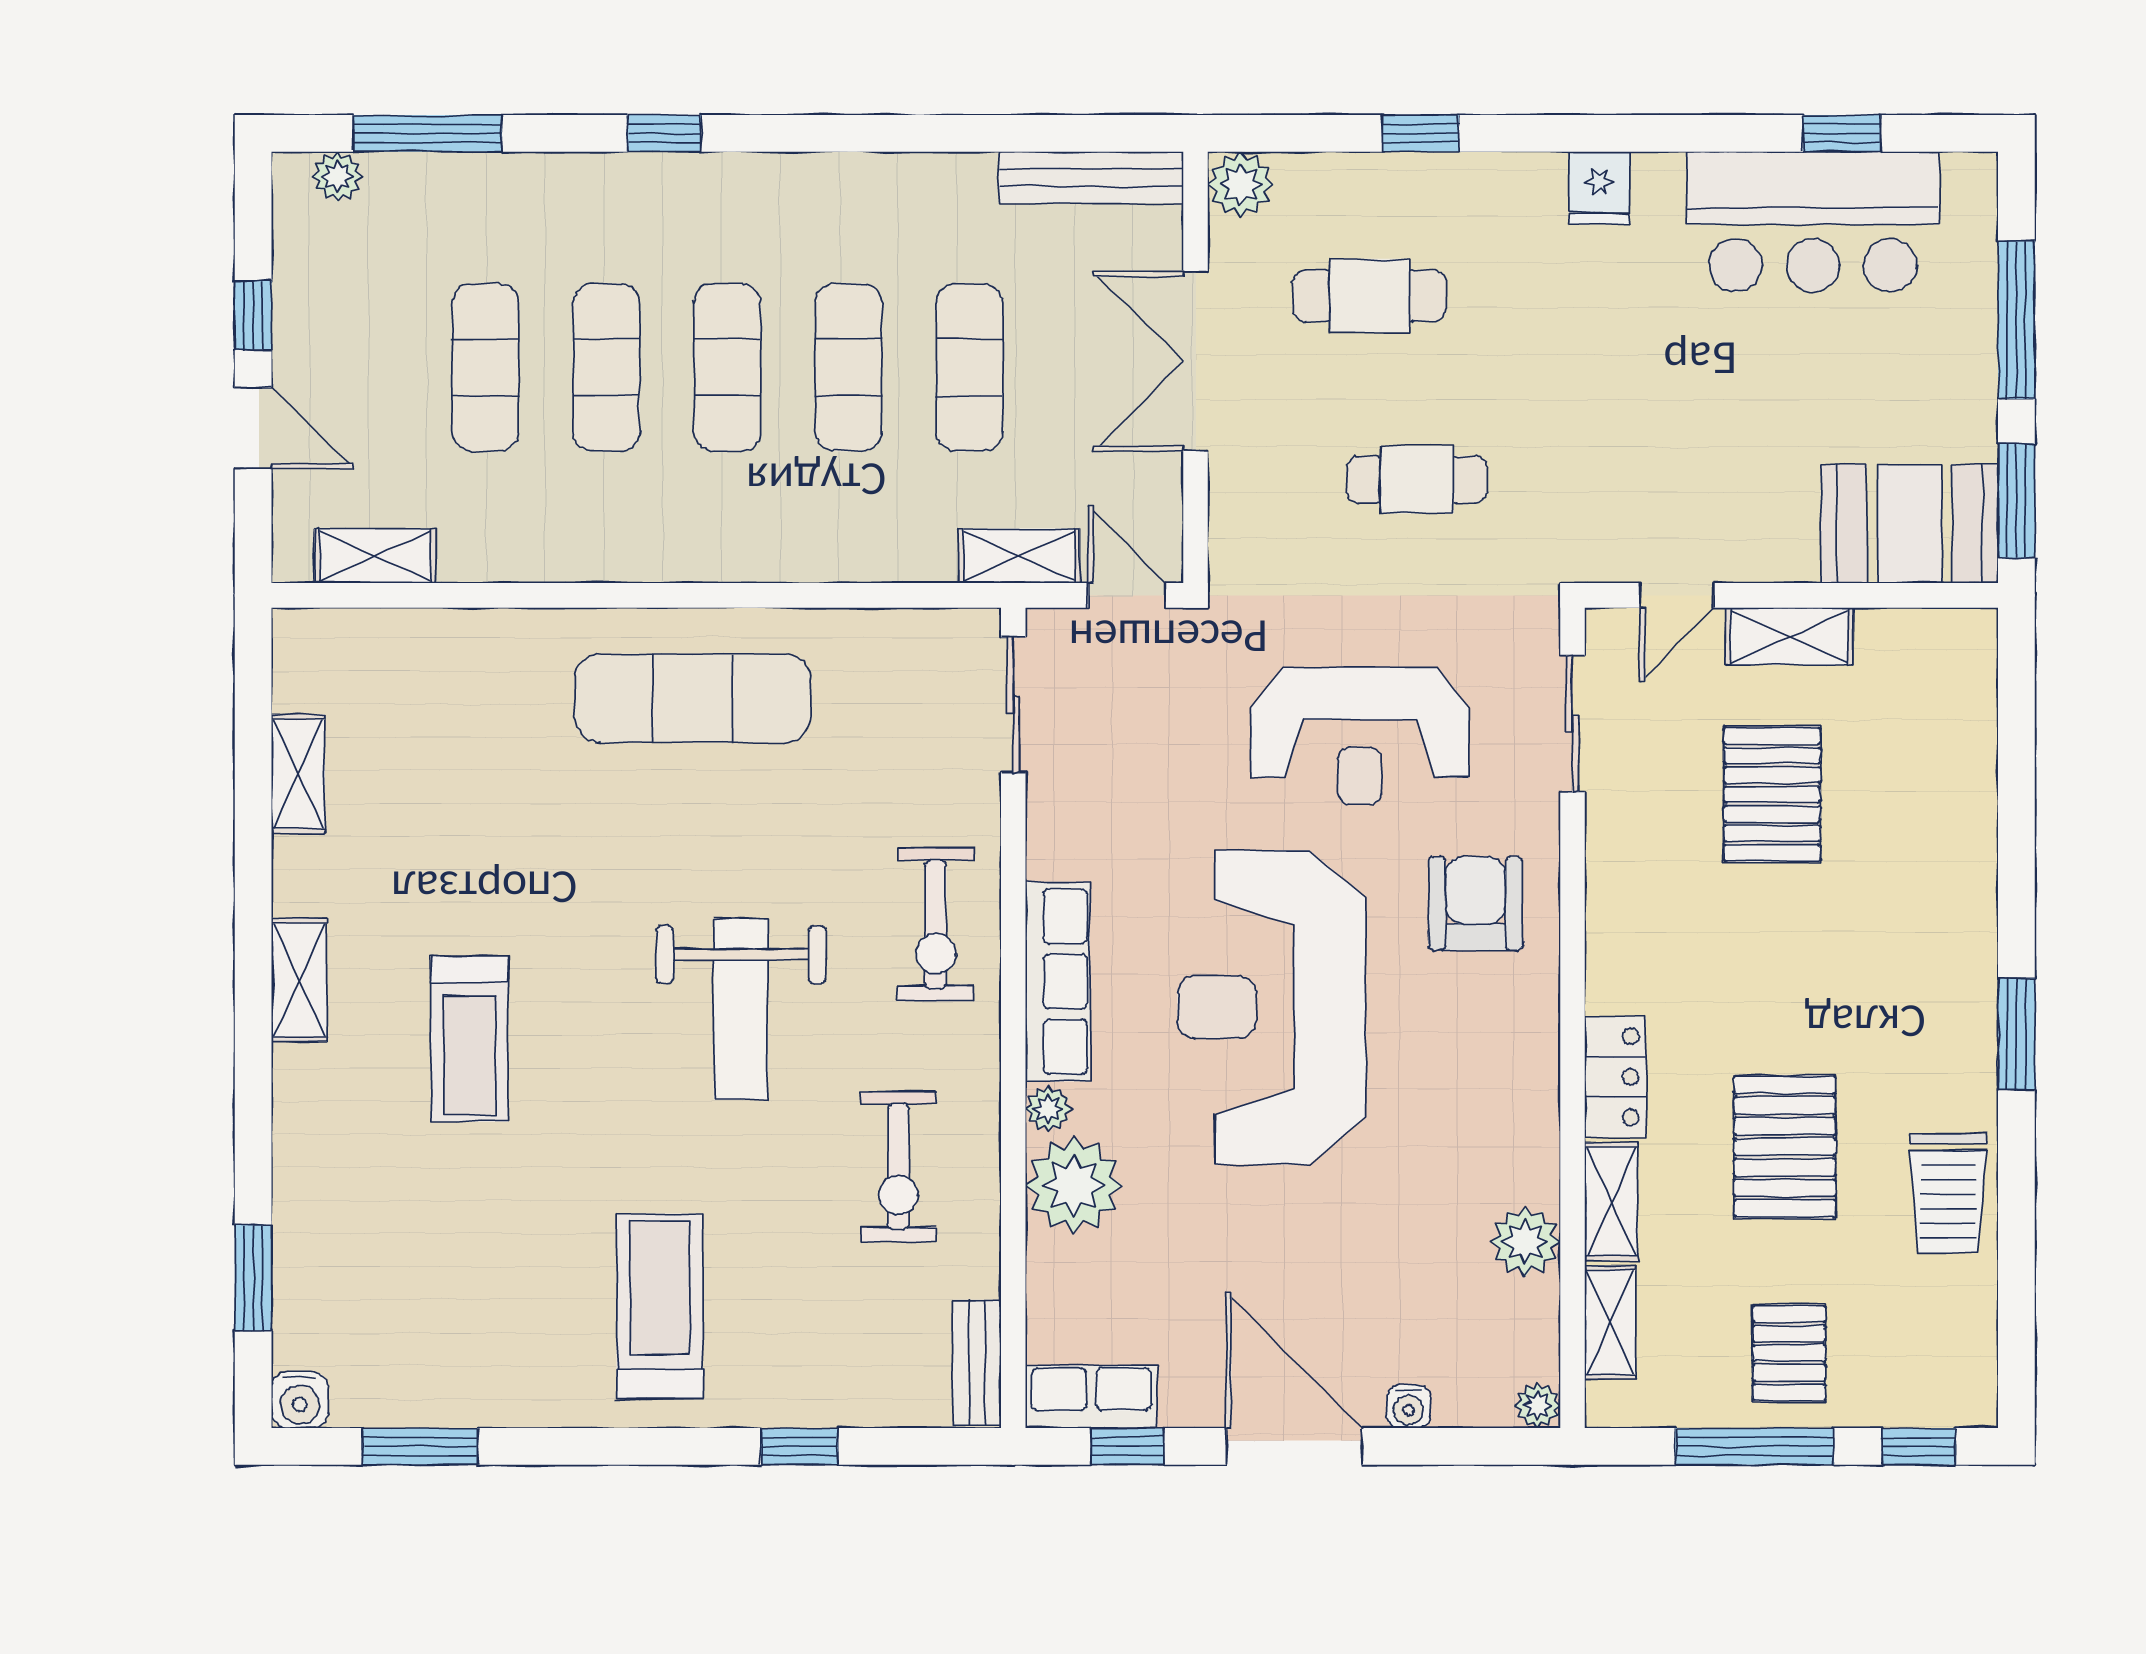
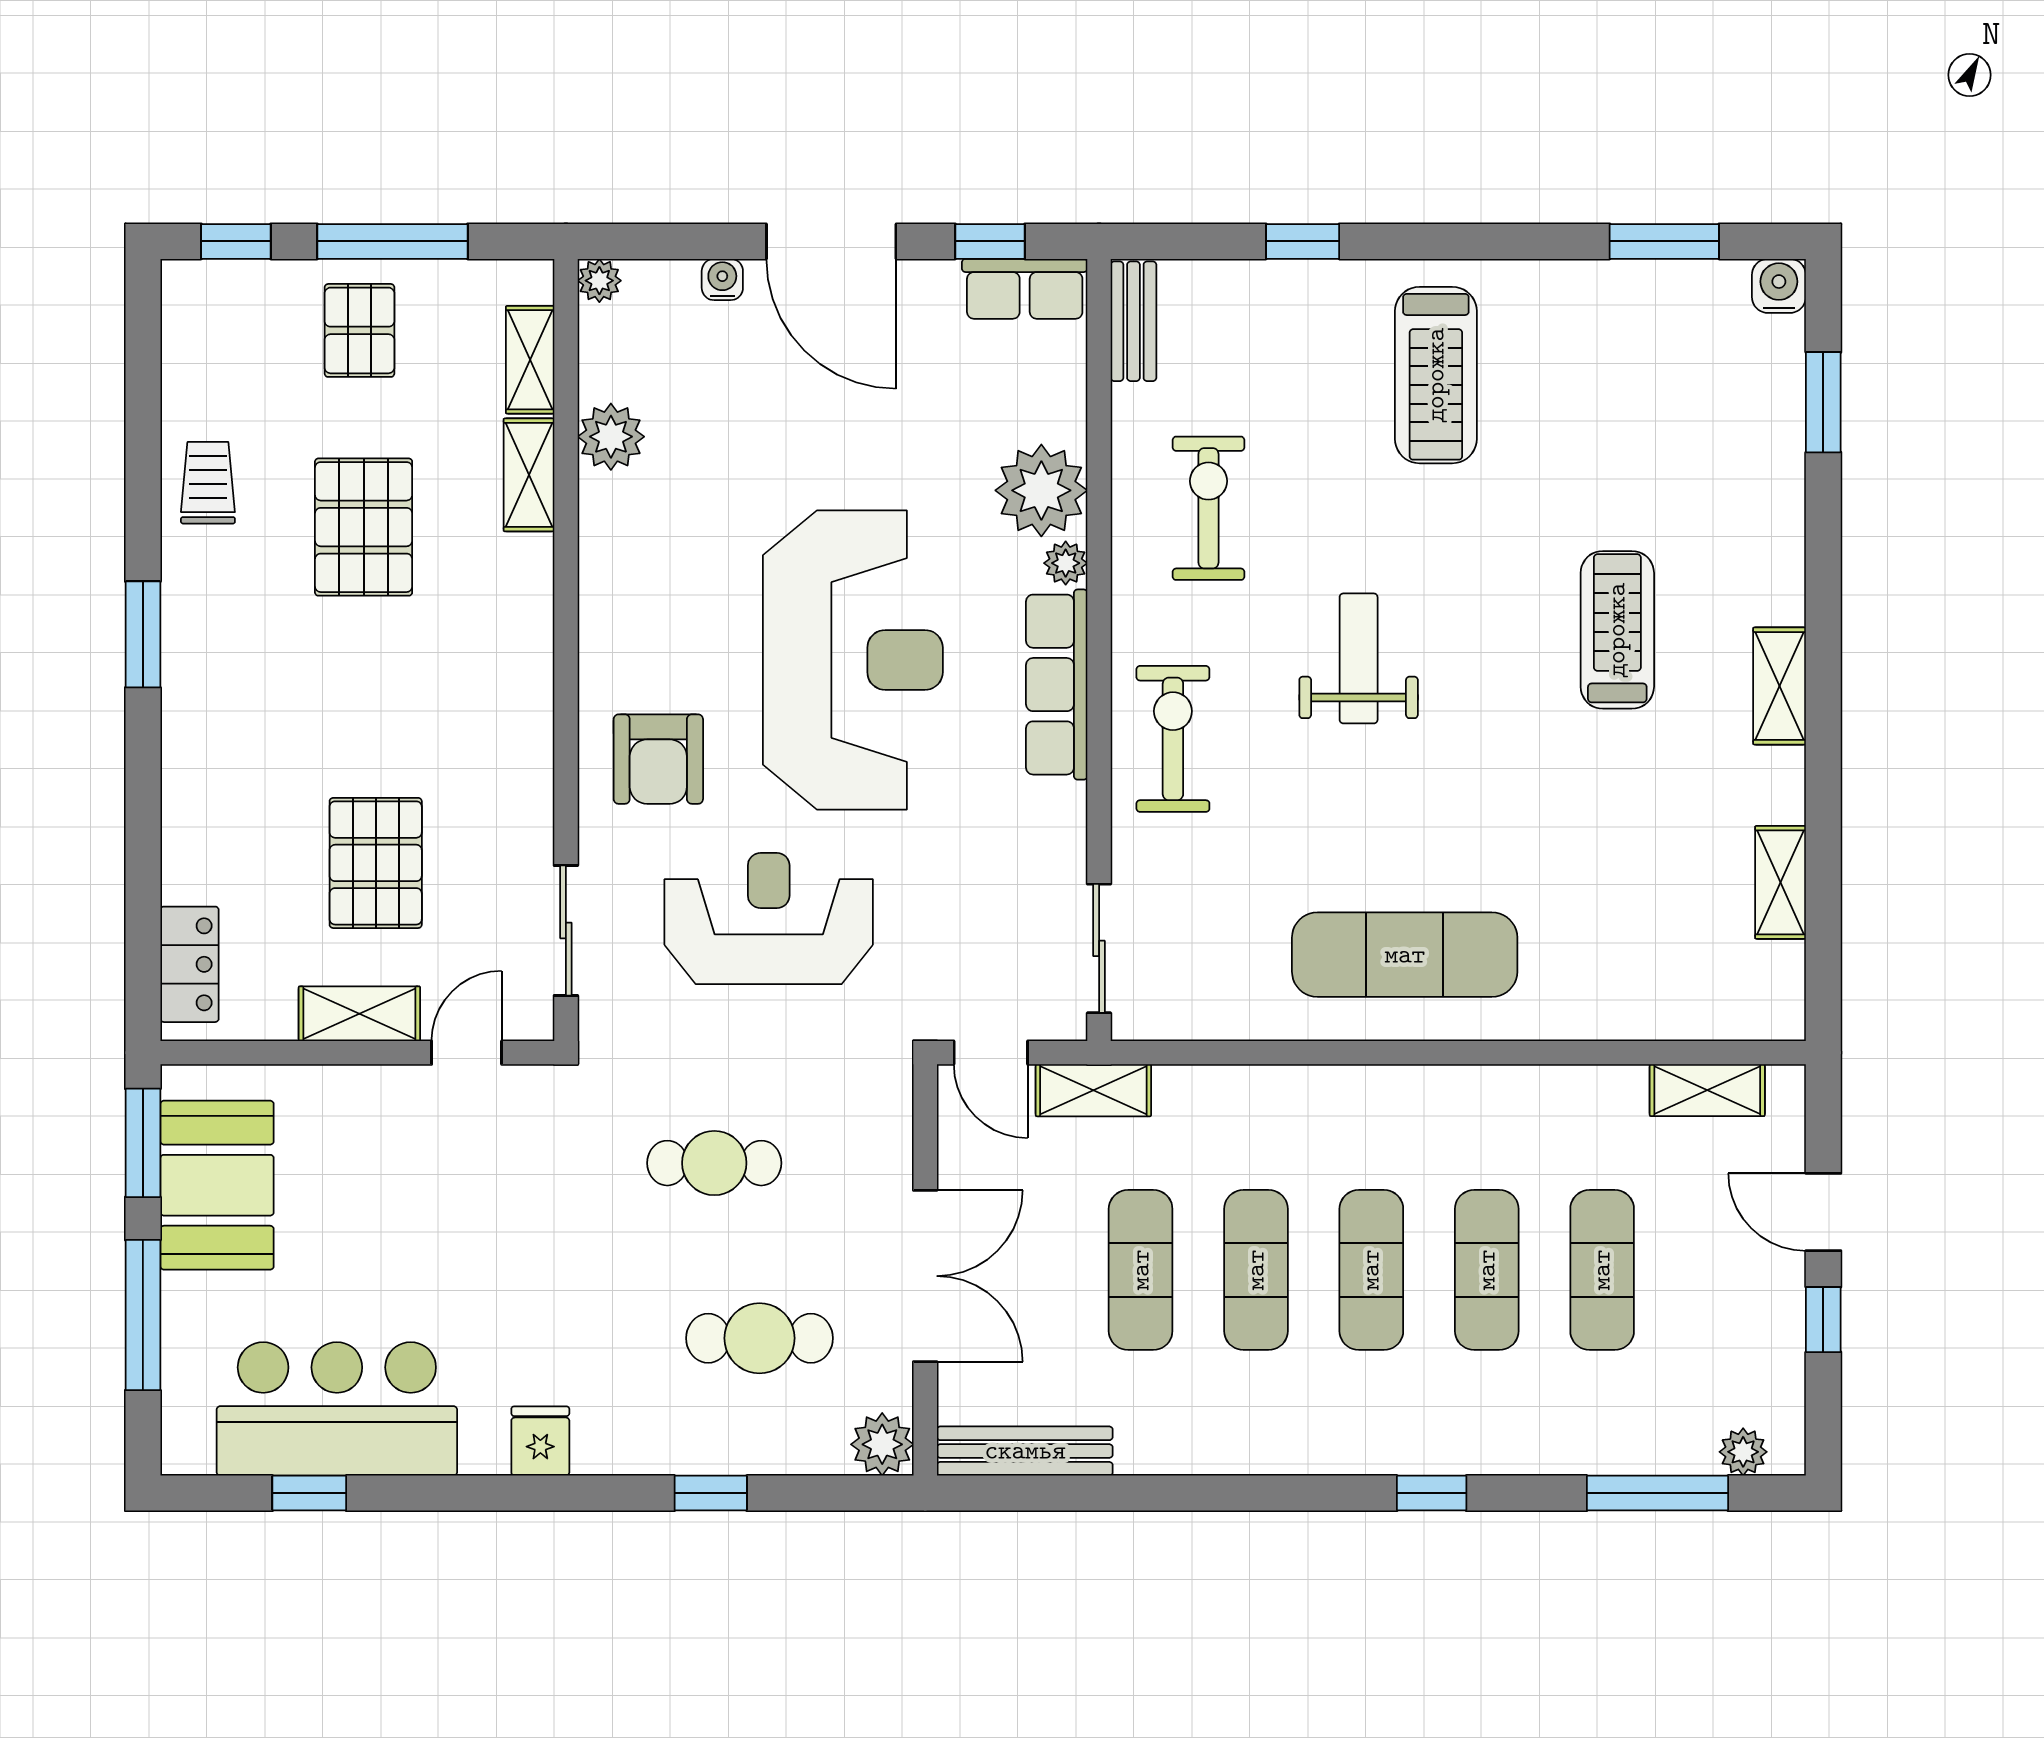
booth: (1909, 524) -> (217, 1185), moved, turned 90
weight bench: (741, 1009) -> (1359, 658), width x0.73, depth x0.75
locker: (1615, 1077) -> (190, 964), moved, turned 180
trolley: (1948, 1193) -> (208, 483), width x0.73, depth x0.72

